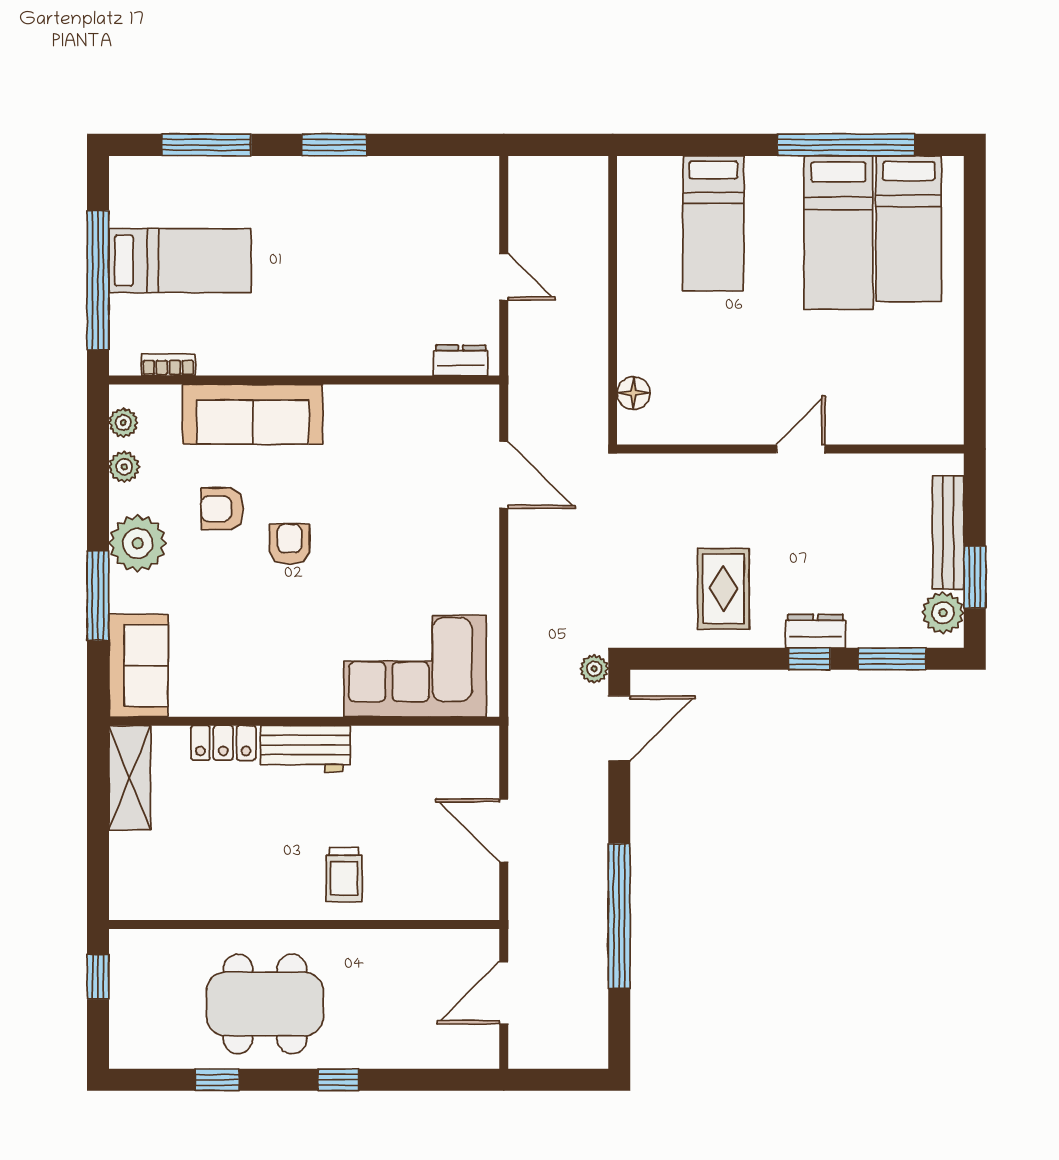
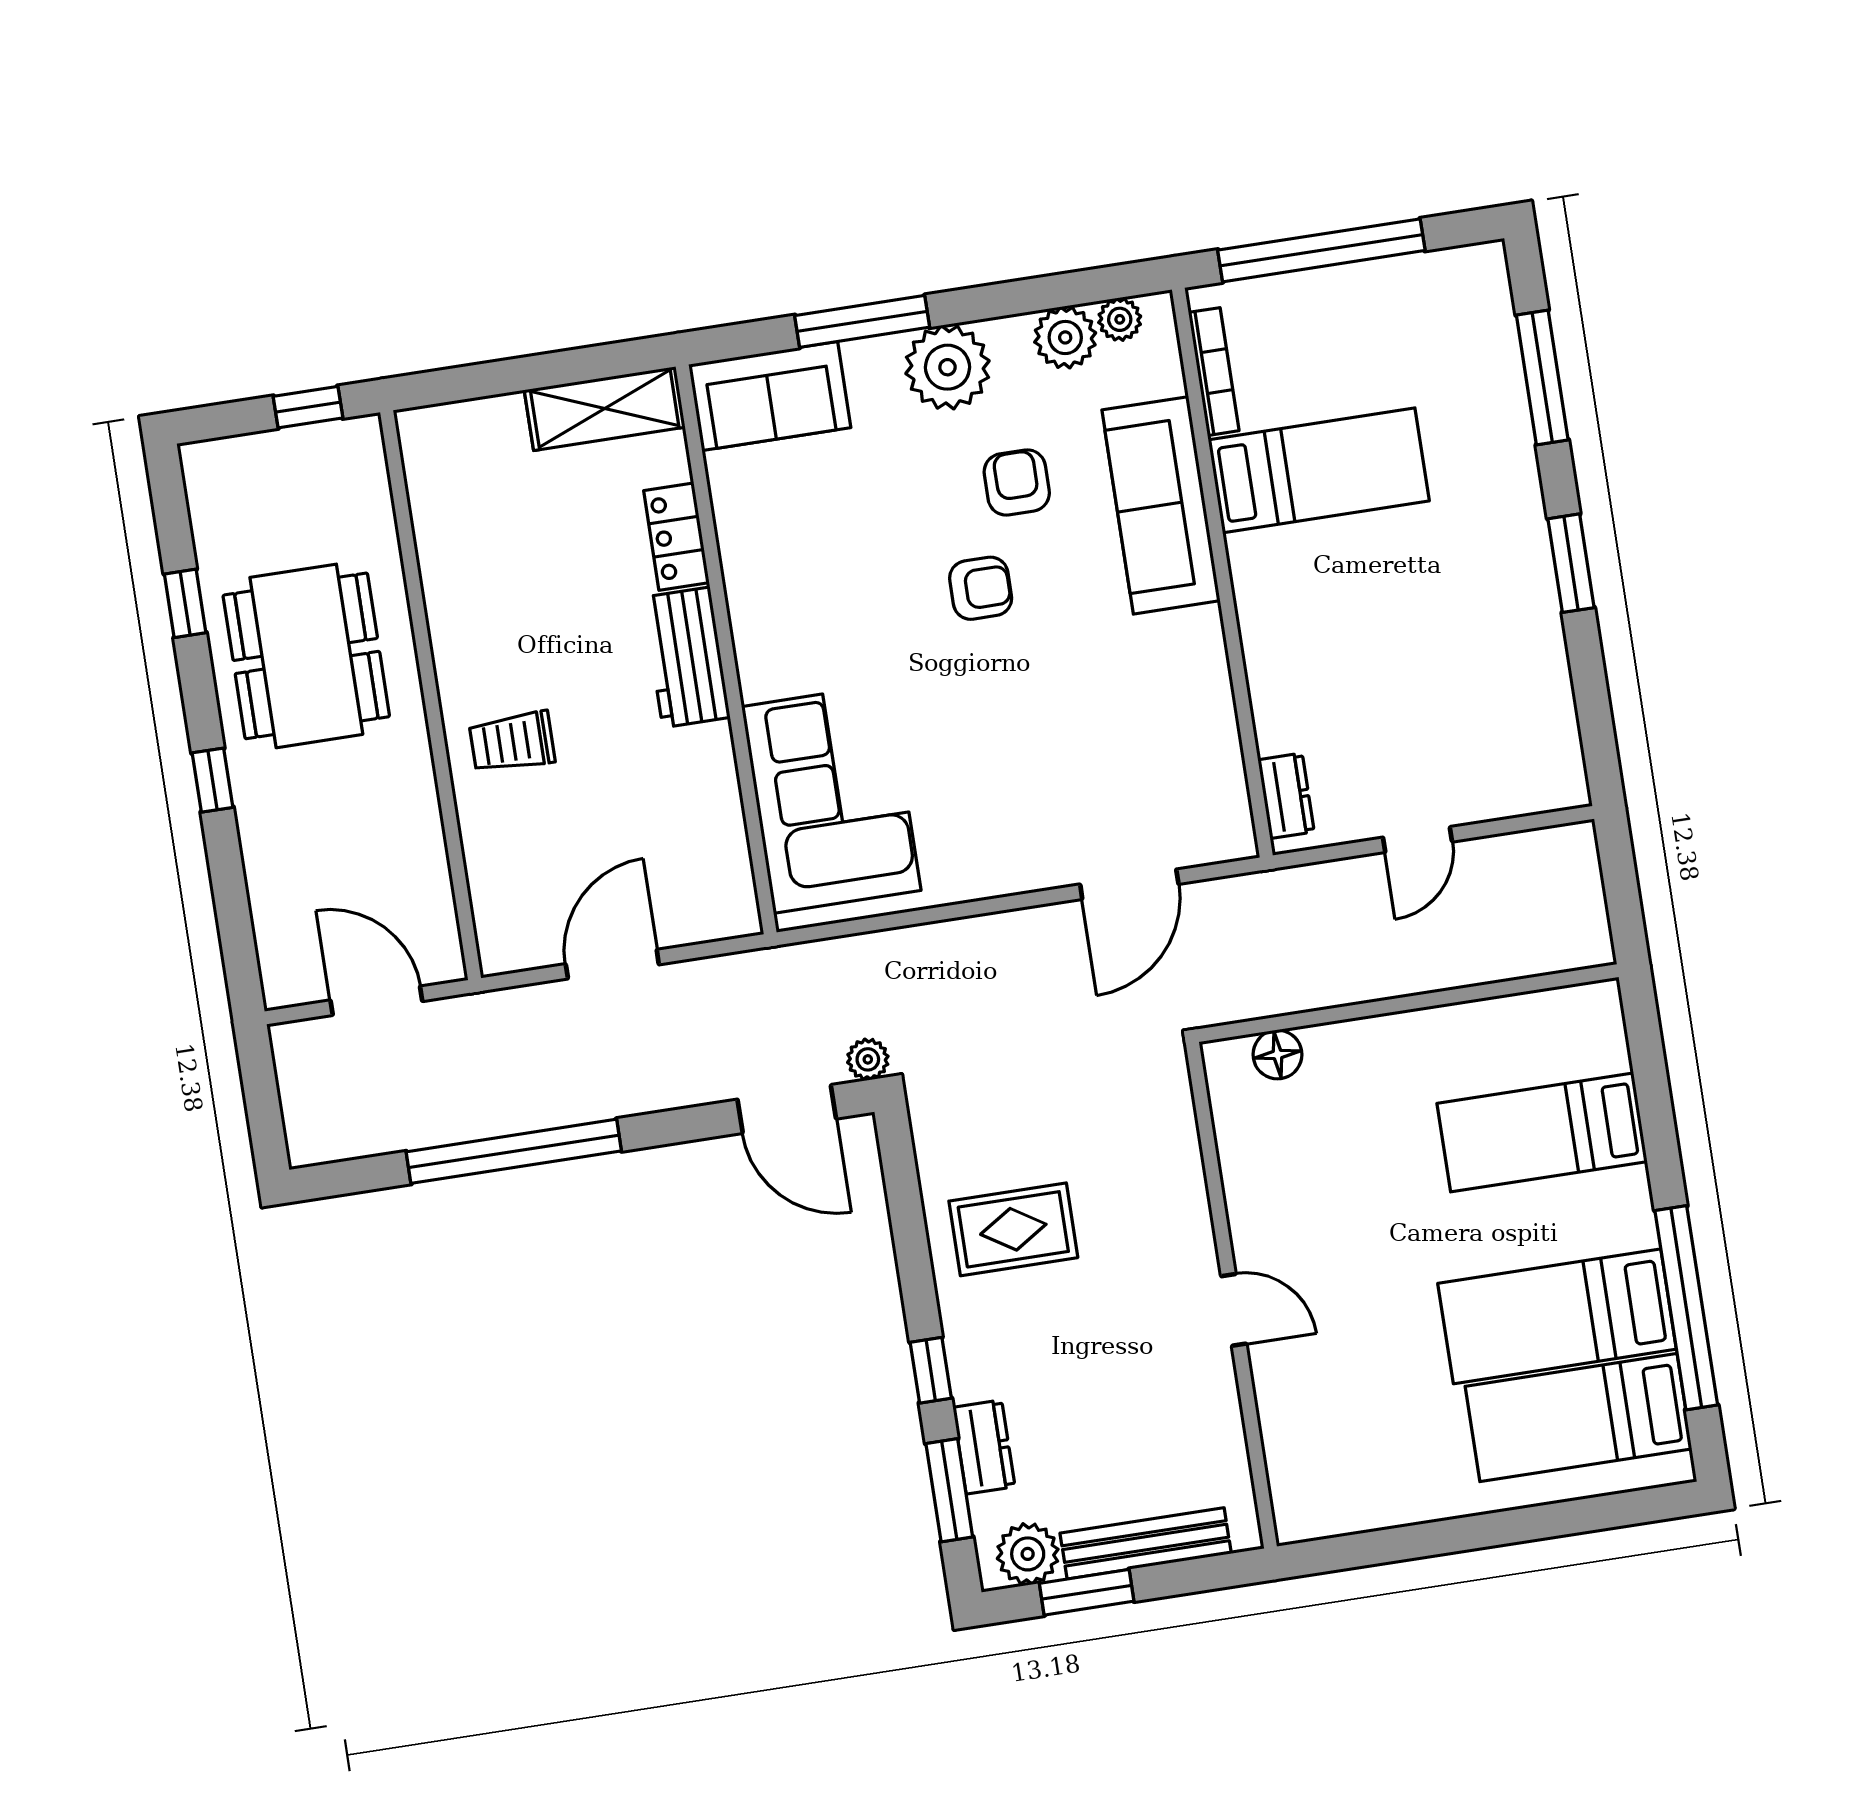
bed: (180, 261) -> (1319, 470), moved, turned -90
bookcase: (168, 365) -> (1214, 372), width x1.56
plant: (124, 467) -> (1065, 337), width x1.38, depth x1.38
dresser: (816, 631) -> (984, 1447), moved

